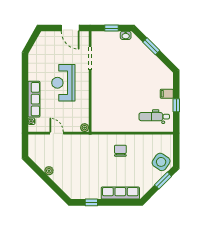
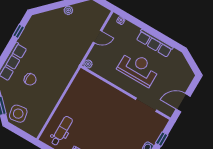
row of seats: (34, 99) -> (155, 43), moved
chair: (120, 151) -> (30, 79), moved
side table: (161, 162) -> (18, 114), turned 45

